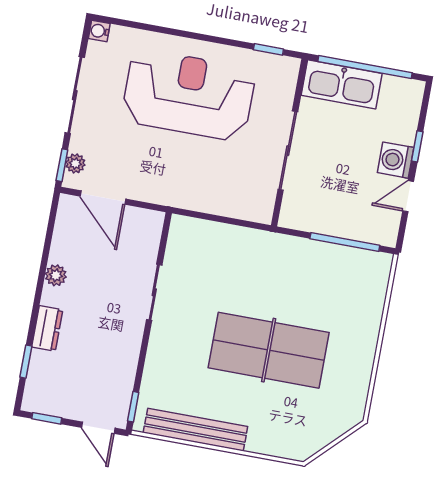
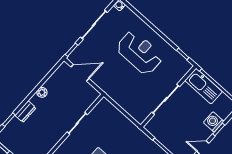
reception desk: (188, 95) -> (140, 53), width x0.74, depth x0.77
washing machine: (396, 160) -> (214, 122), moved
plant: (75, 163) -> (77, 52), removed
door: (103, 198) -> (80, 73), swing flipped

